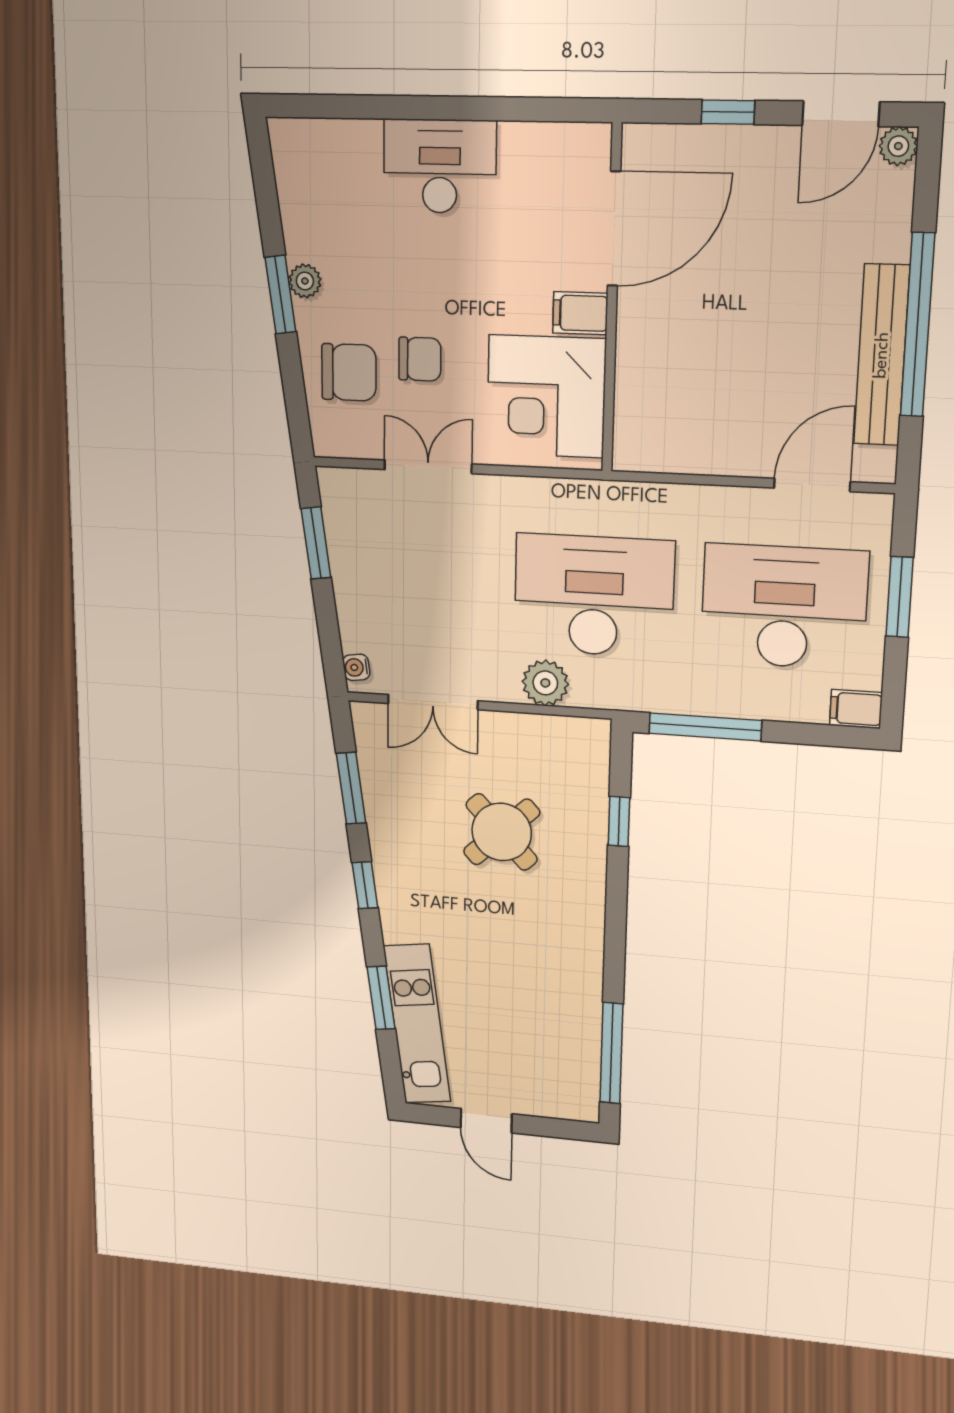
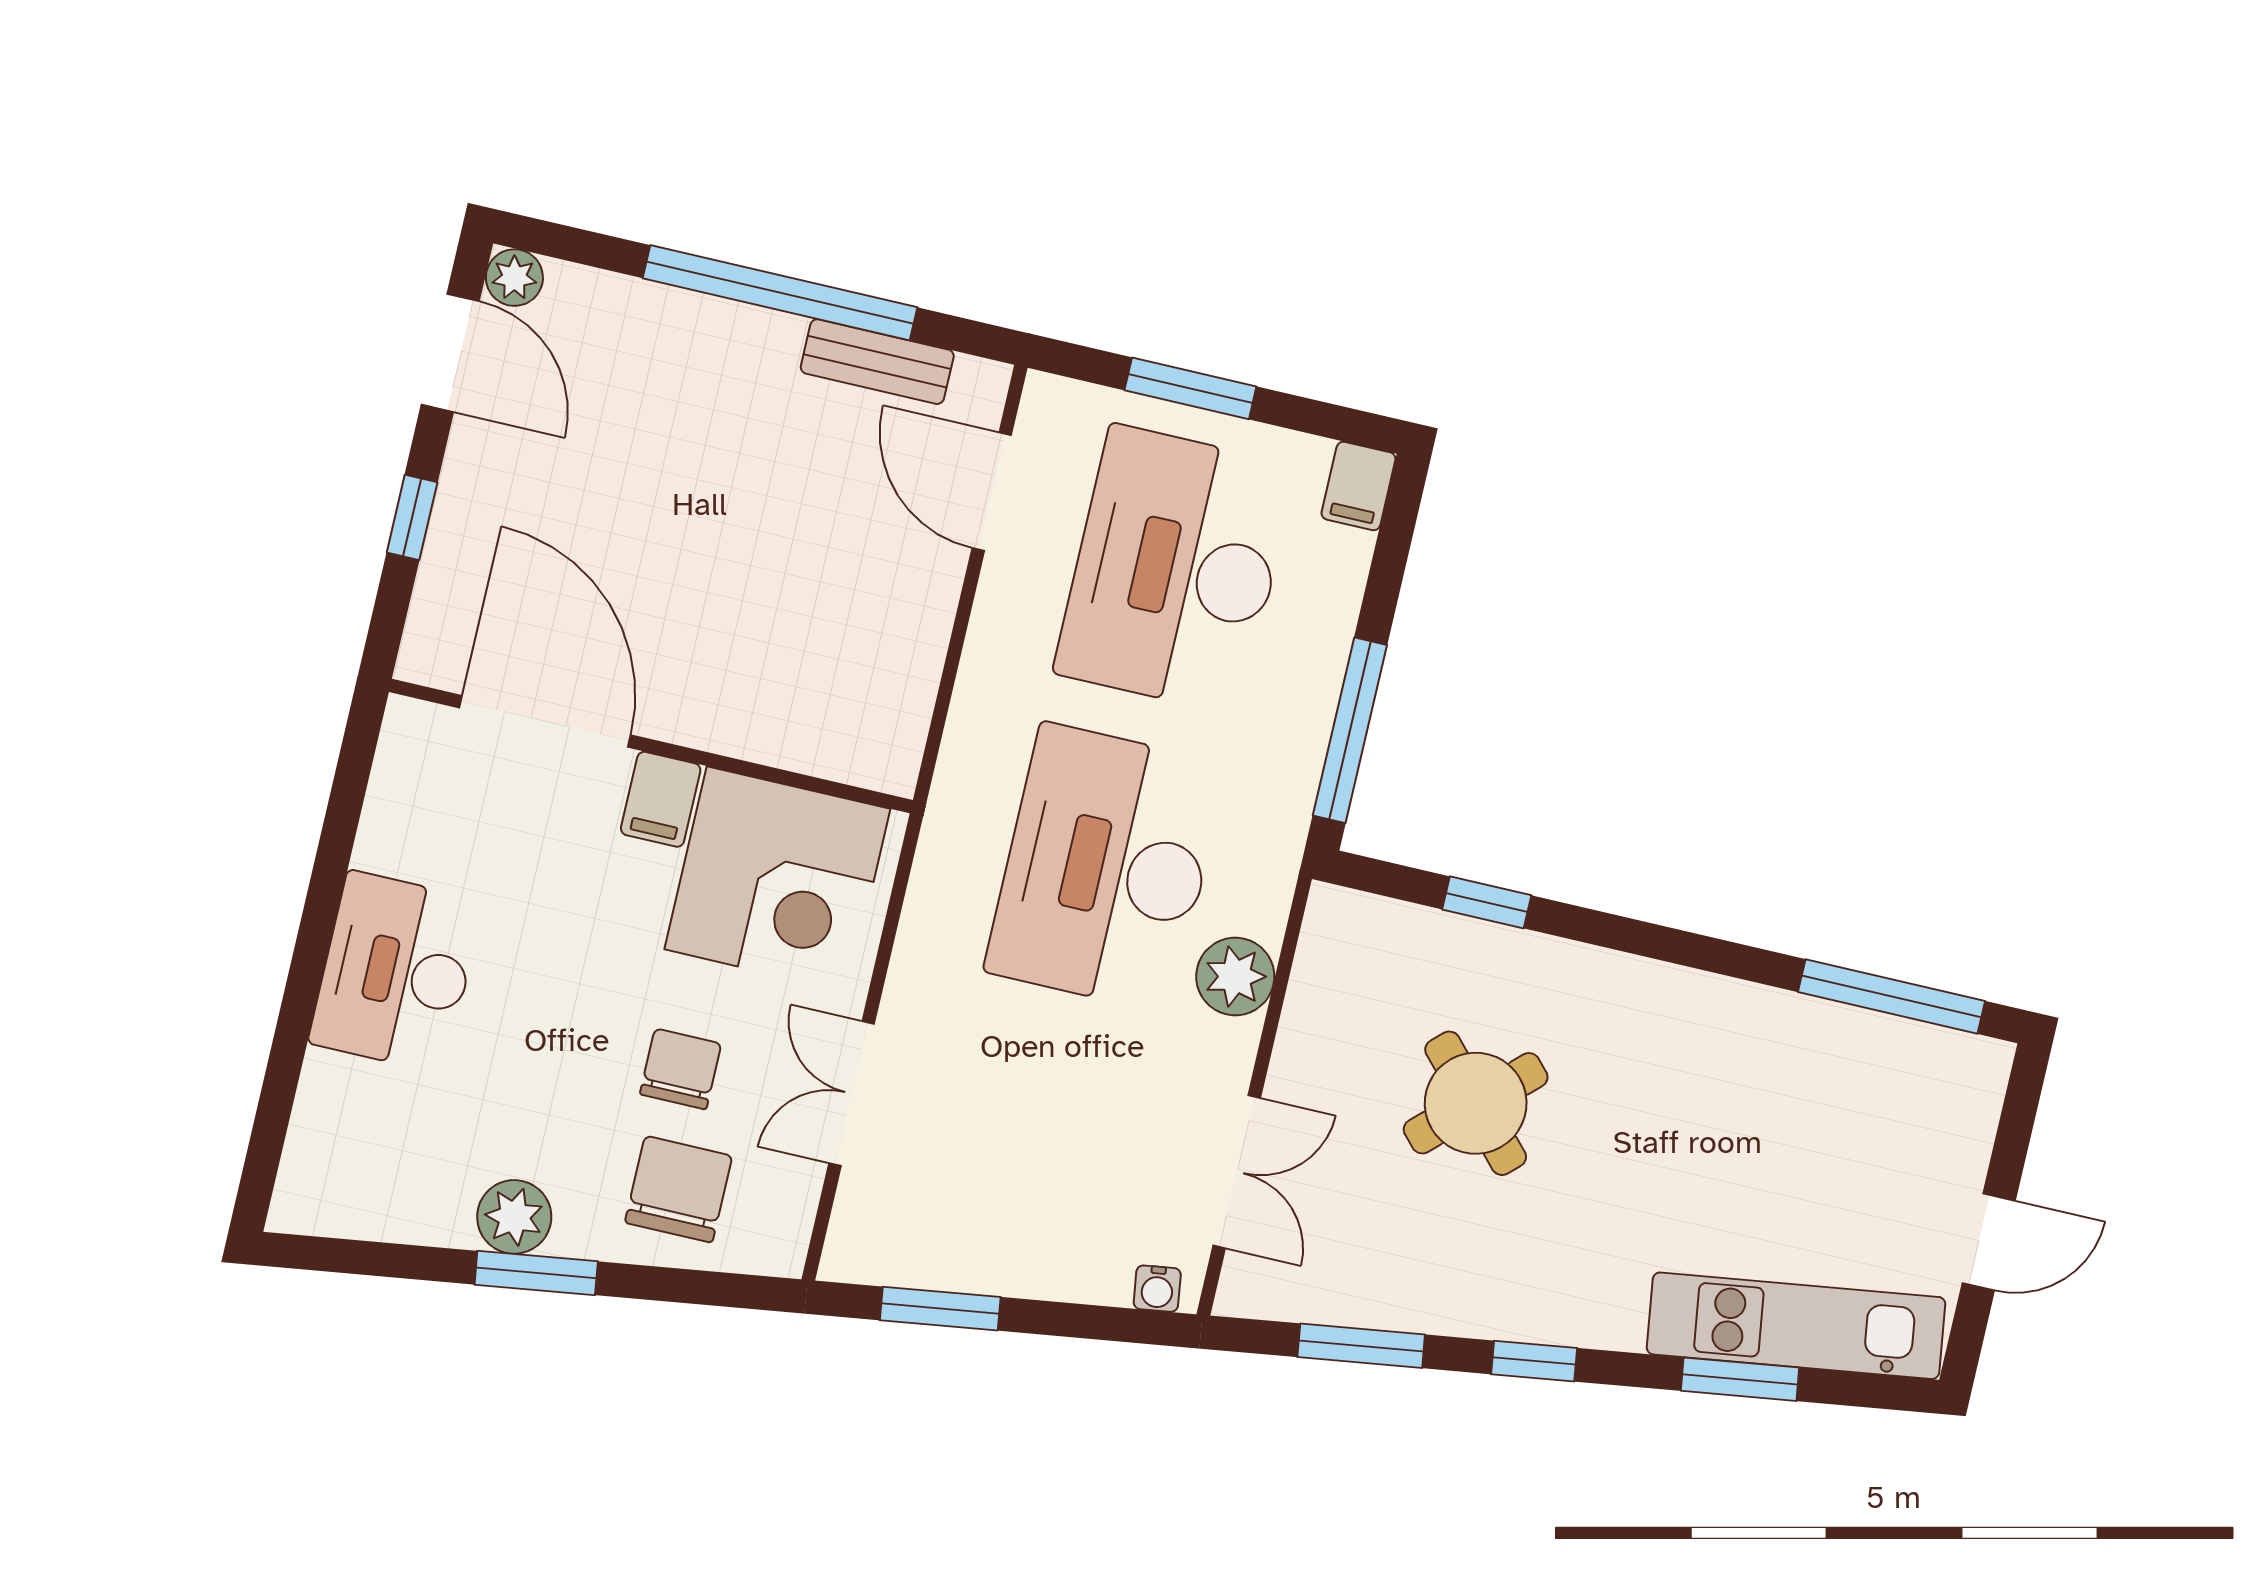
plant: (305, 281) -> (514, 1217), width x1.38, depth x1.38
bench: (882, 355) -> (877, 362), width x0.54, depth x0.82

